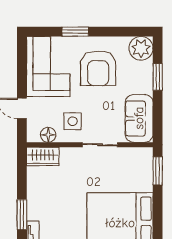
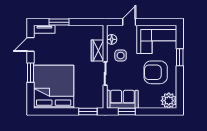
window: (158, 77) -> (127, 112), moved
wardrobe: (43, 156) -> (97, 51), moved

